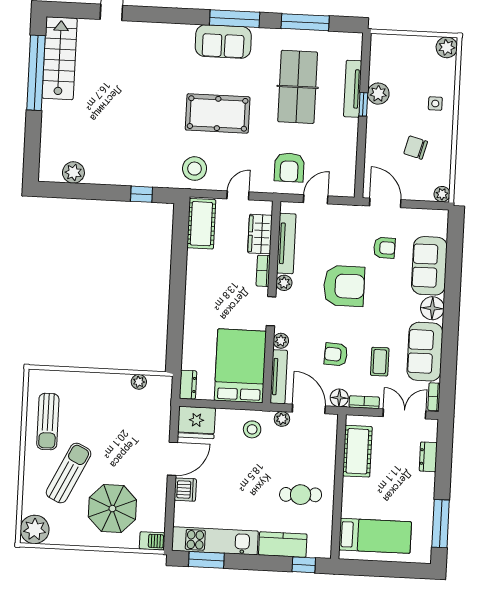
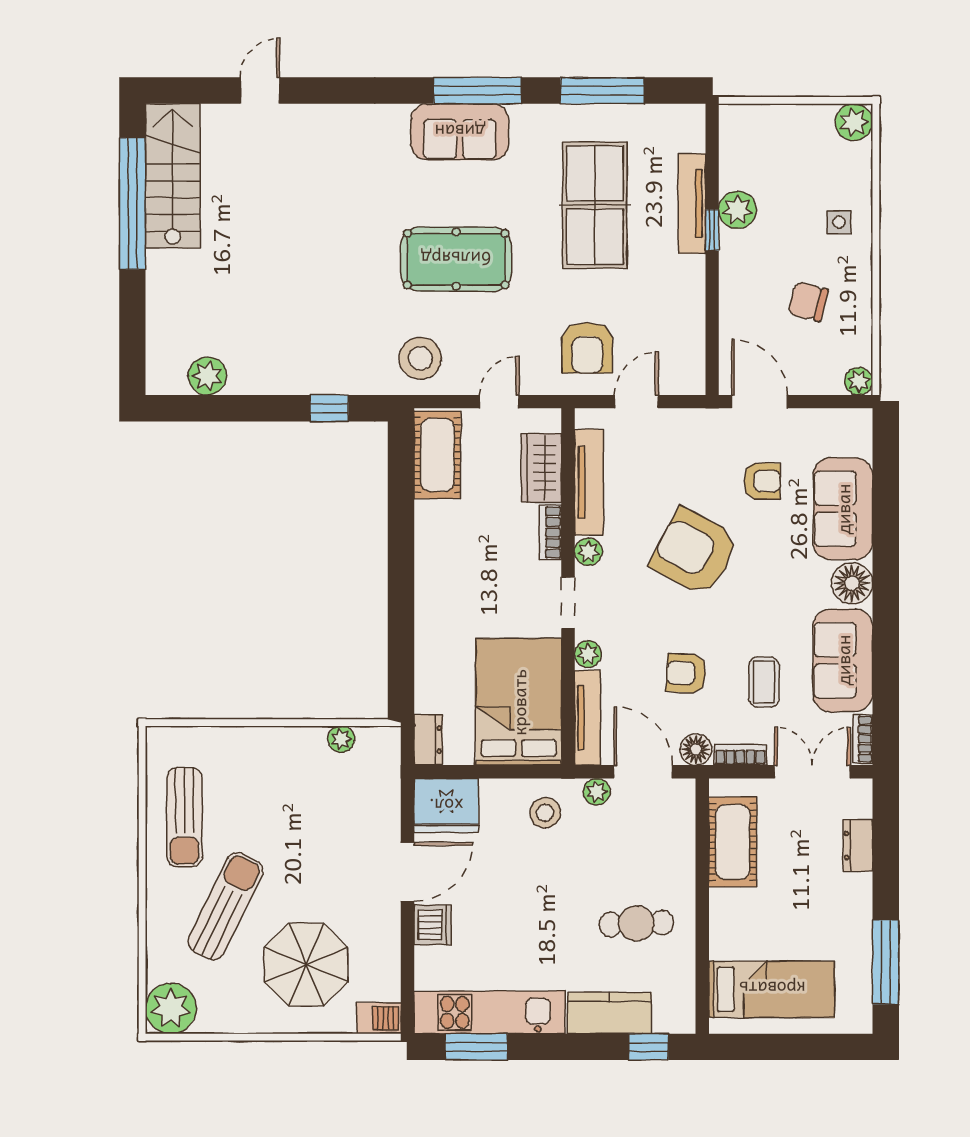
armchair: (344, 286) -> (694, 552), turned -152

